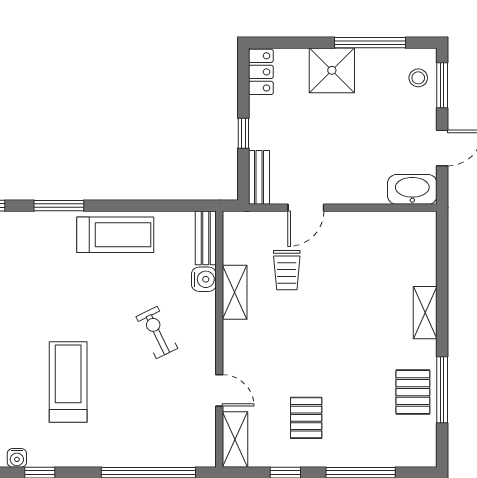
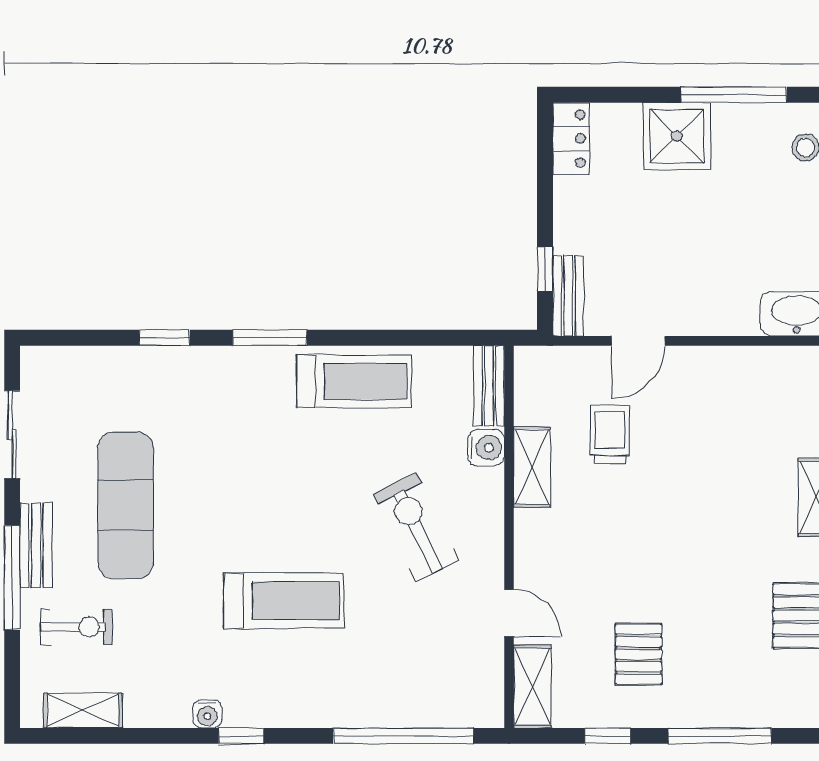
window: (243, 133) -> (545, 269), moved
trolley: (287, 270) -> (610, 434), turned 180
exercise bike: (157, 333) -> (416, 527), width x1.38, depth x1.39
treadmill: (68, 382) -> (284, 601), turned 90

